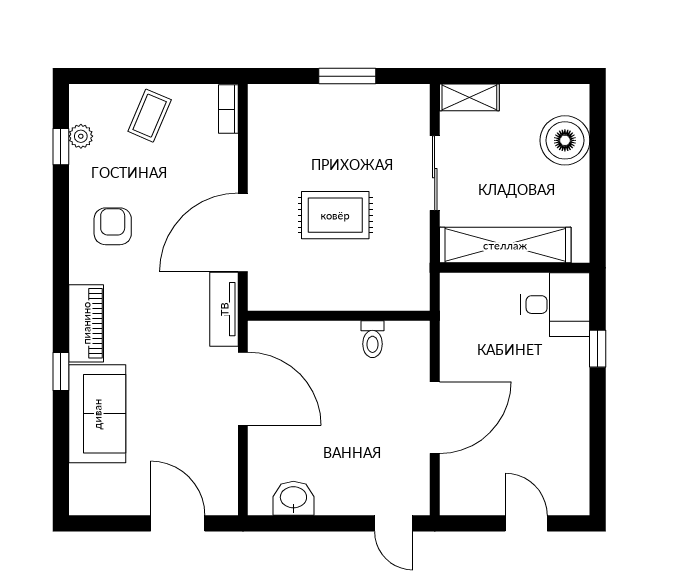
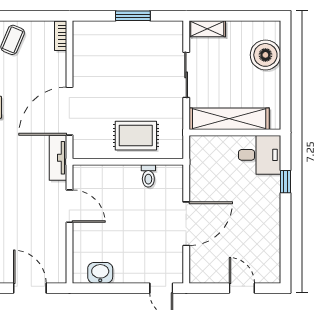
rug: (335, 215) -> (136, 136), moved
door: (243, 389) -> (69, 206), width x0.73

